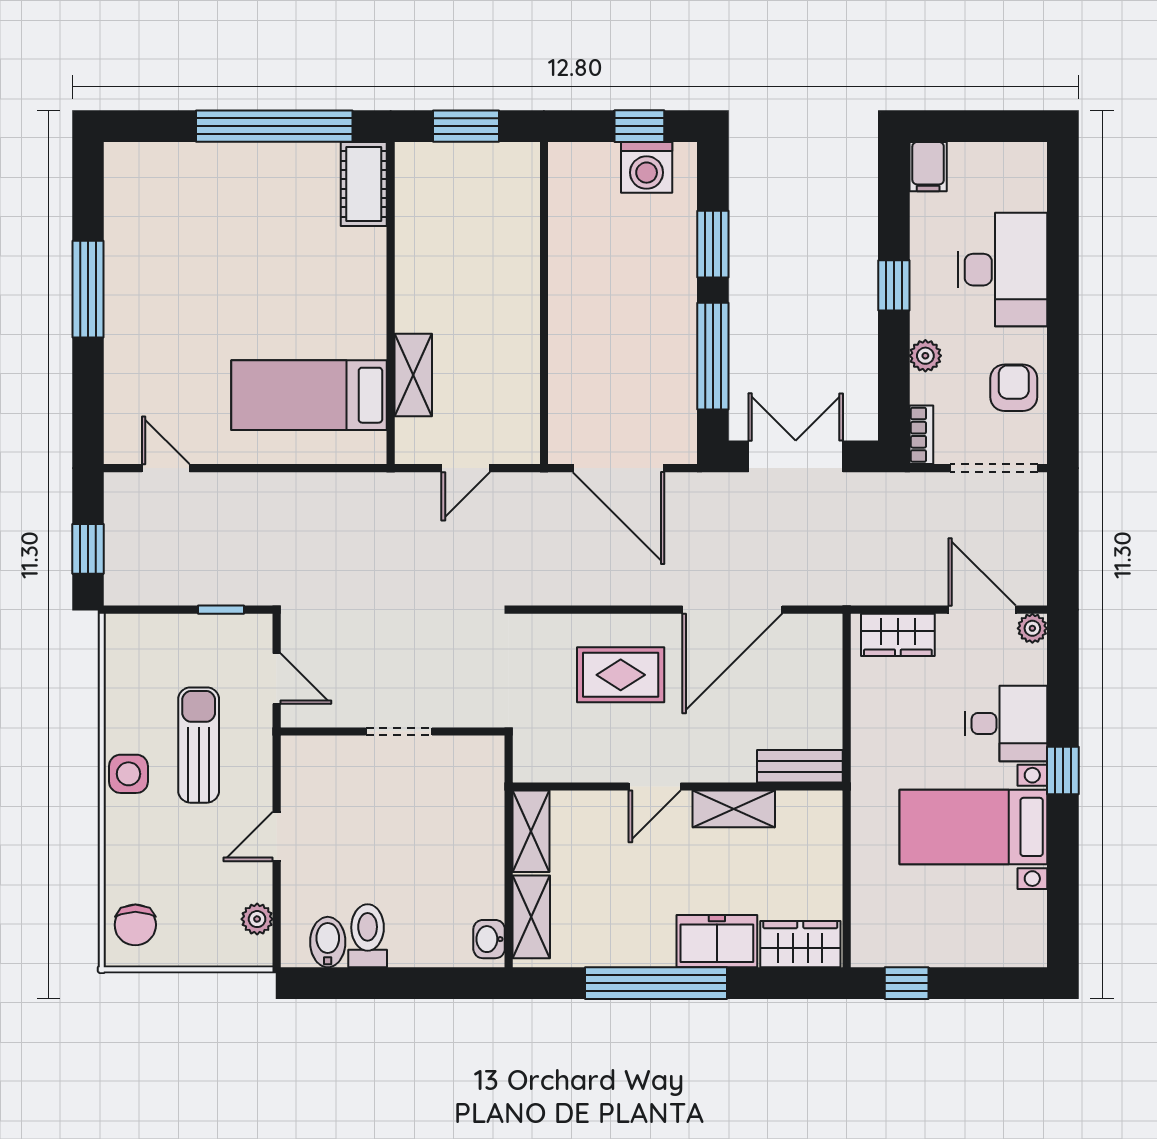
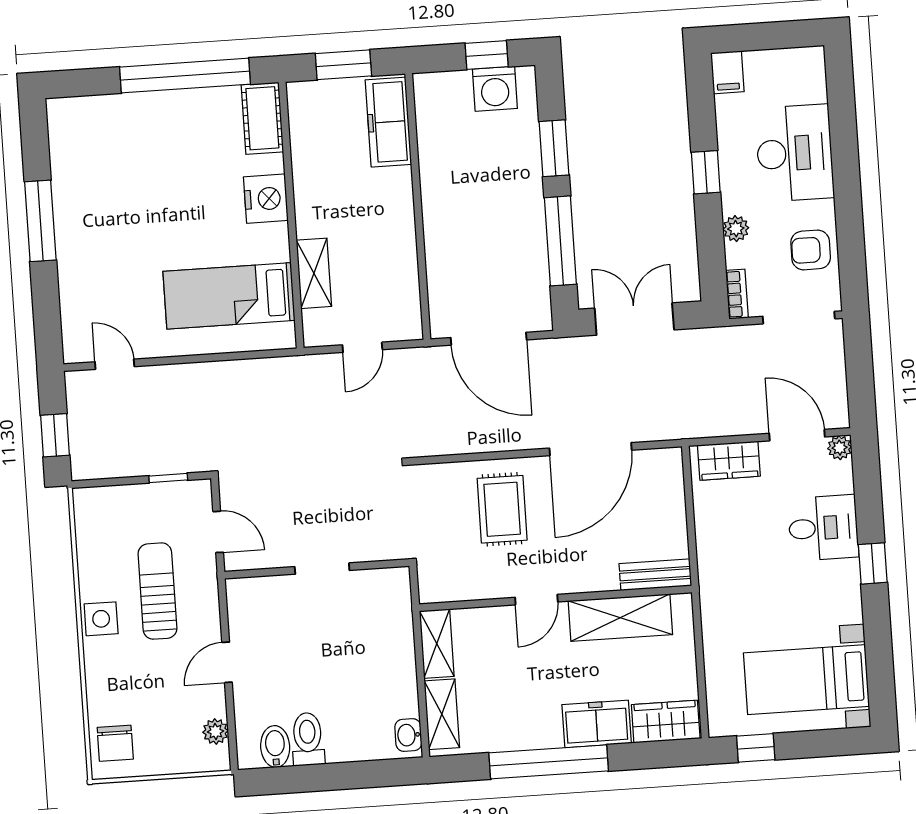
freezer: (516, 199) -> (388, 122), added
nightstand: (361, 281) -> (266, 199), added
armchair: (1014, 388) -> (811, 250), turned -90
rug: (621, 675) -> (502, 509), turned 90
shelving: (734, 809) -> (620, 618), width x1.50, depth x1.33
bed with nightstands: (973, 827) -> (806, 680), moved

